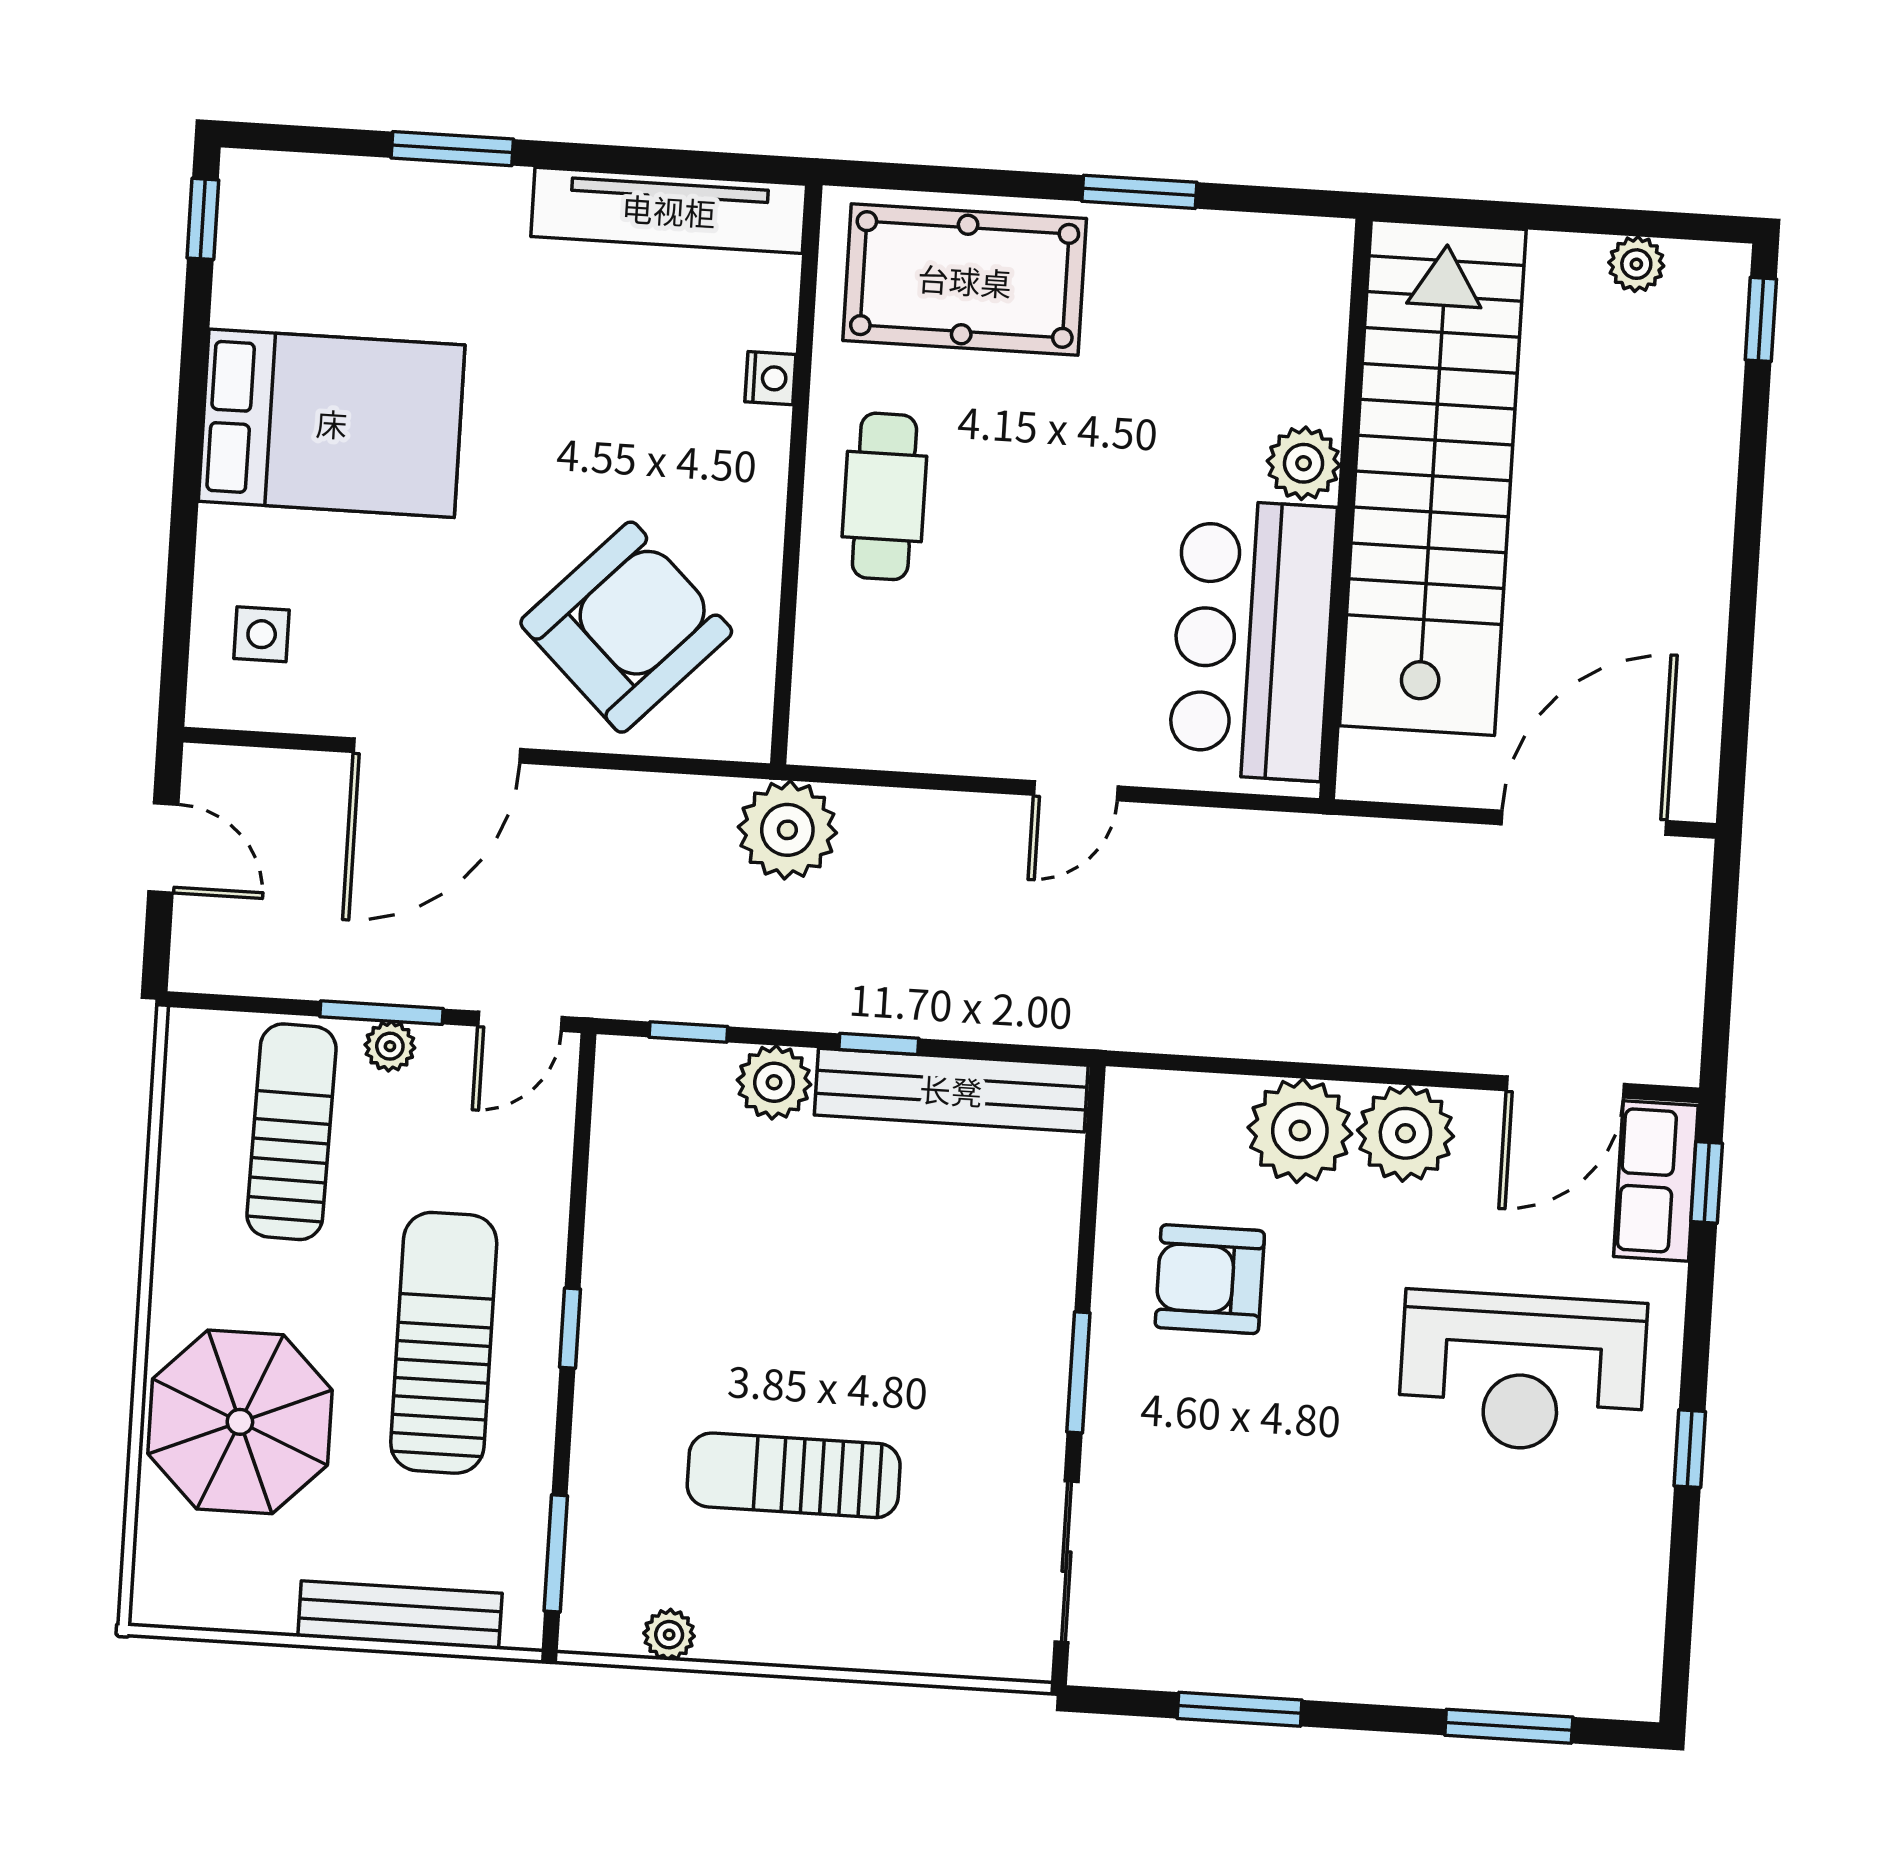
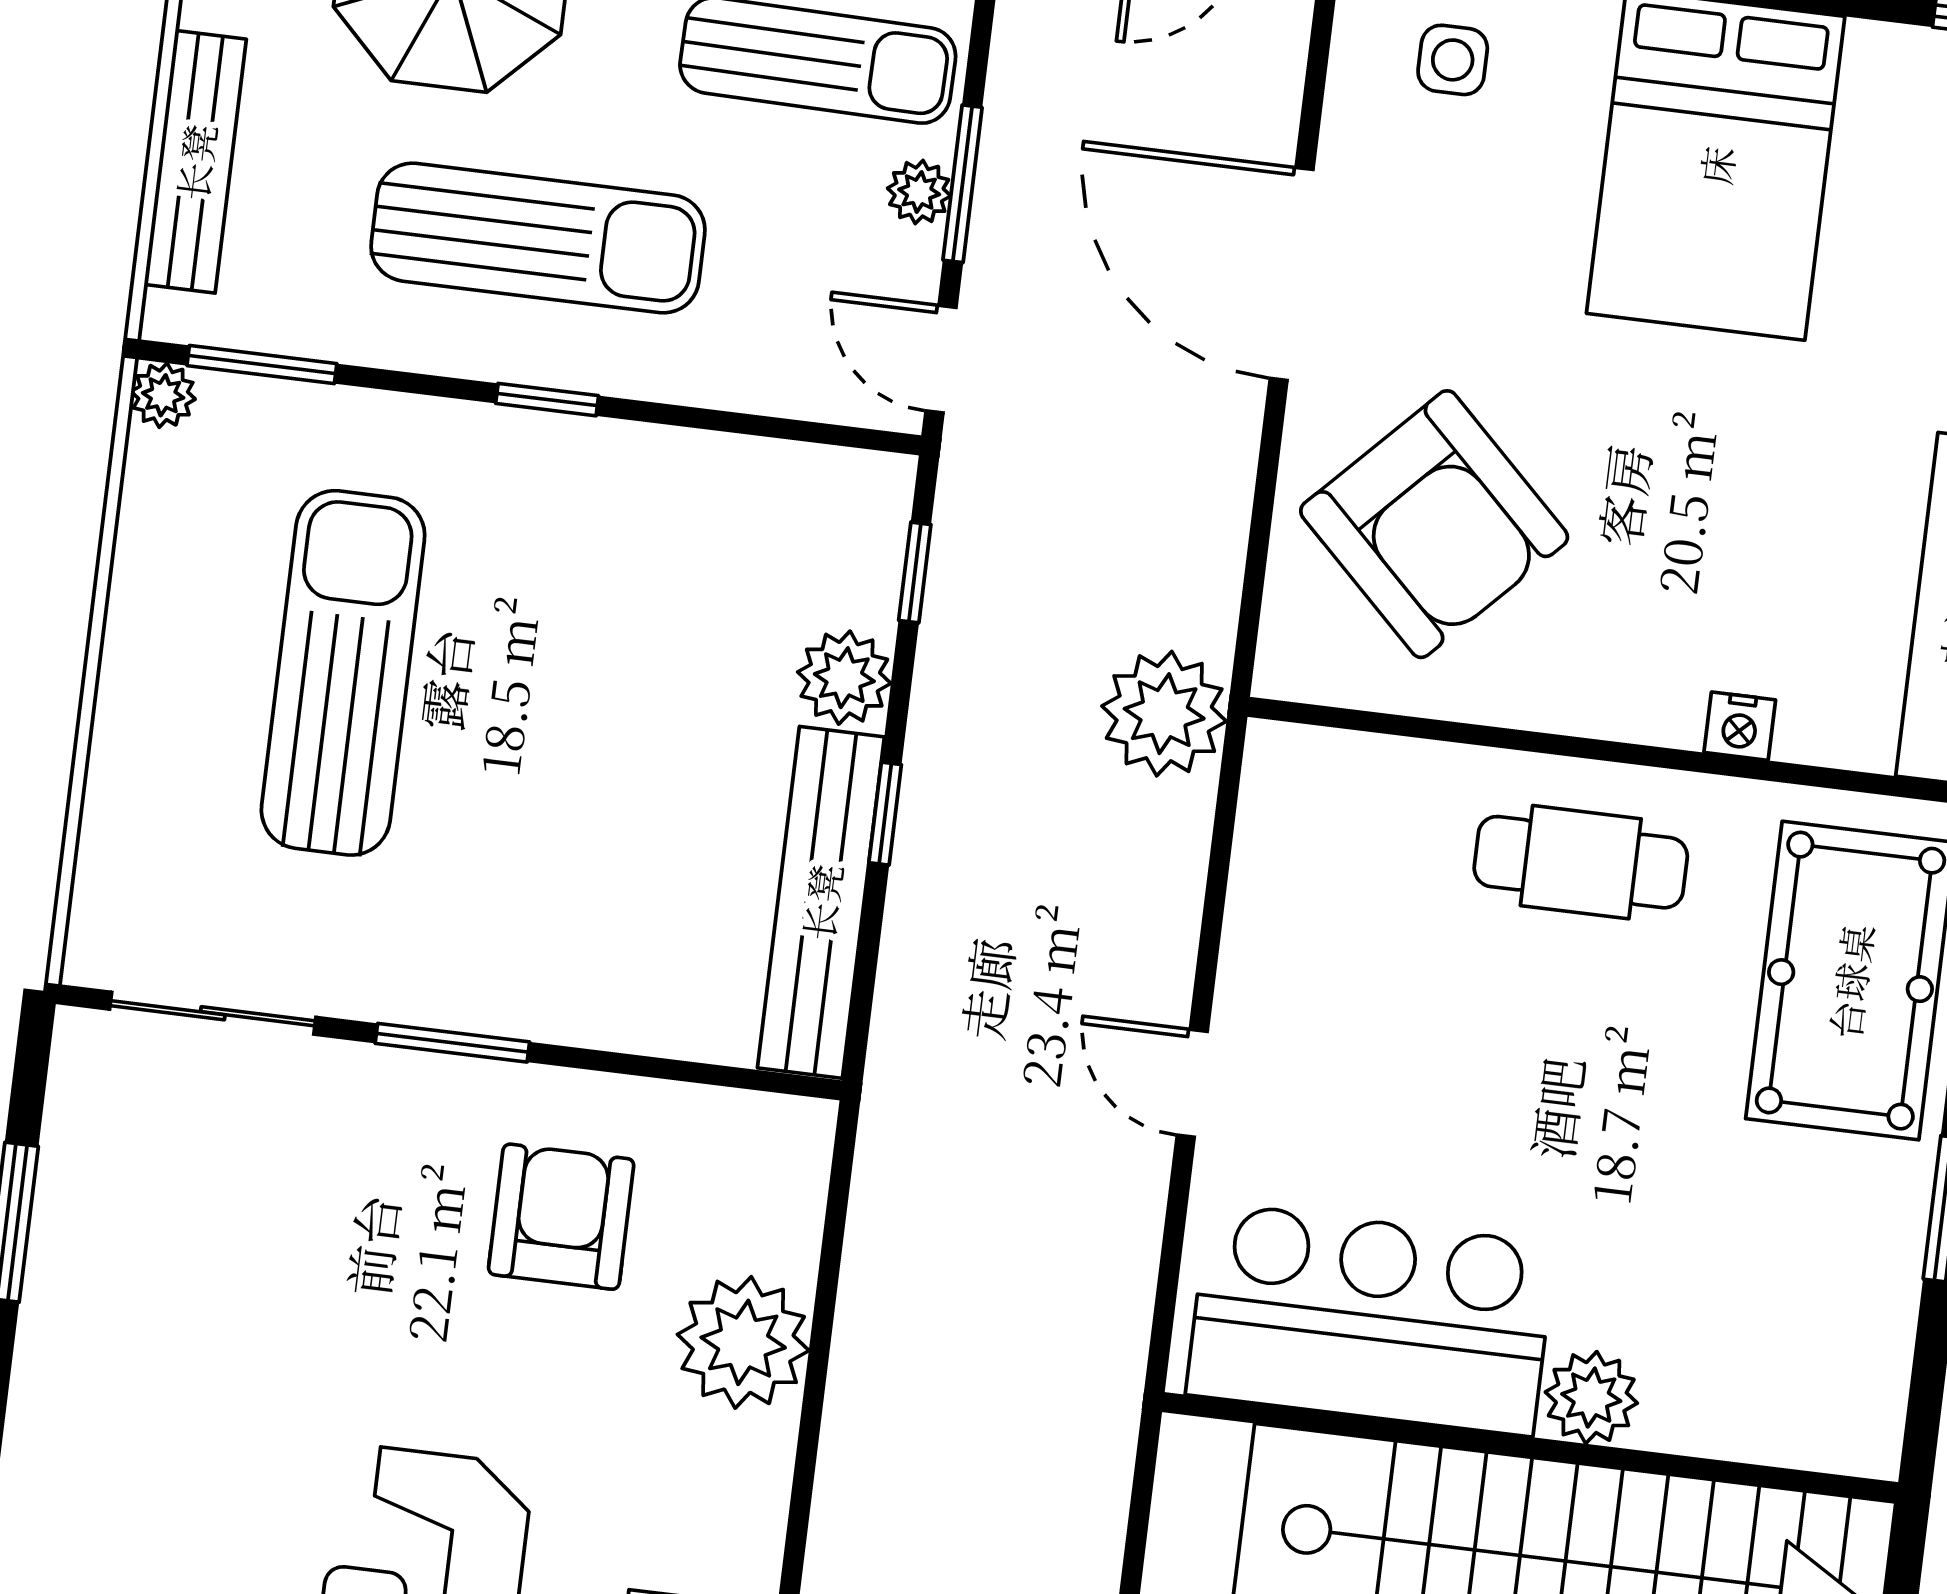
plant: (1405, 1133) -> (732, 1477), removed
sun lounger: (794, 1475) -> (343, 673), width x1.36, depth x1.34
plant: (669, 1635) -> (163, 395), moved

